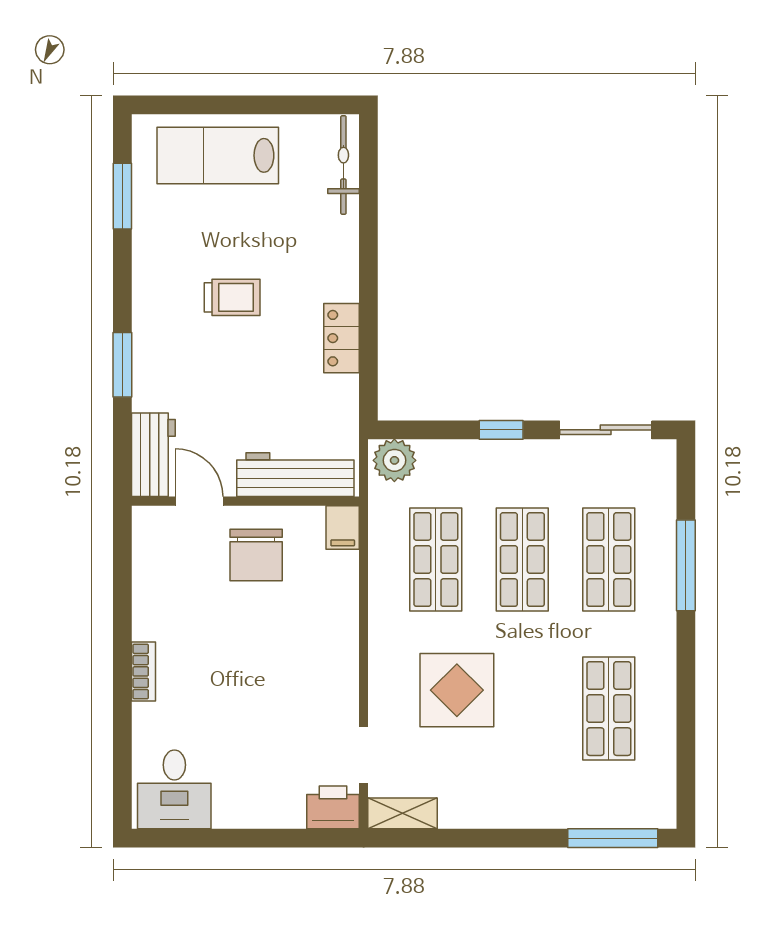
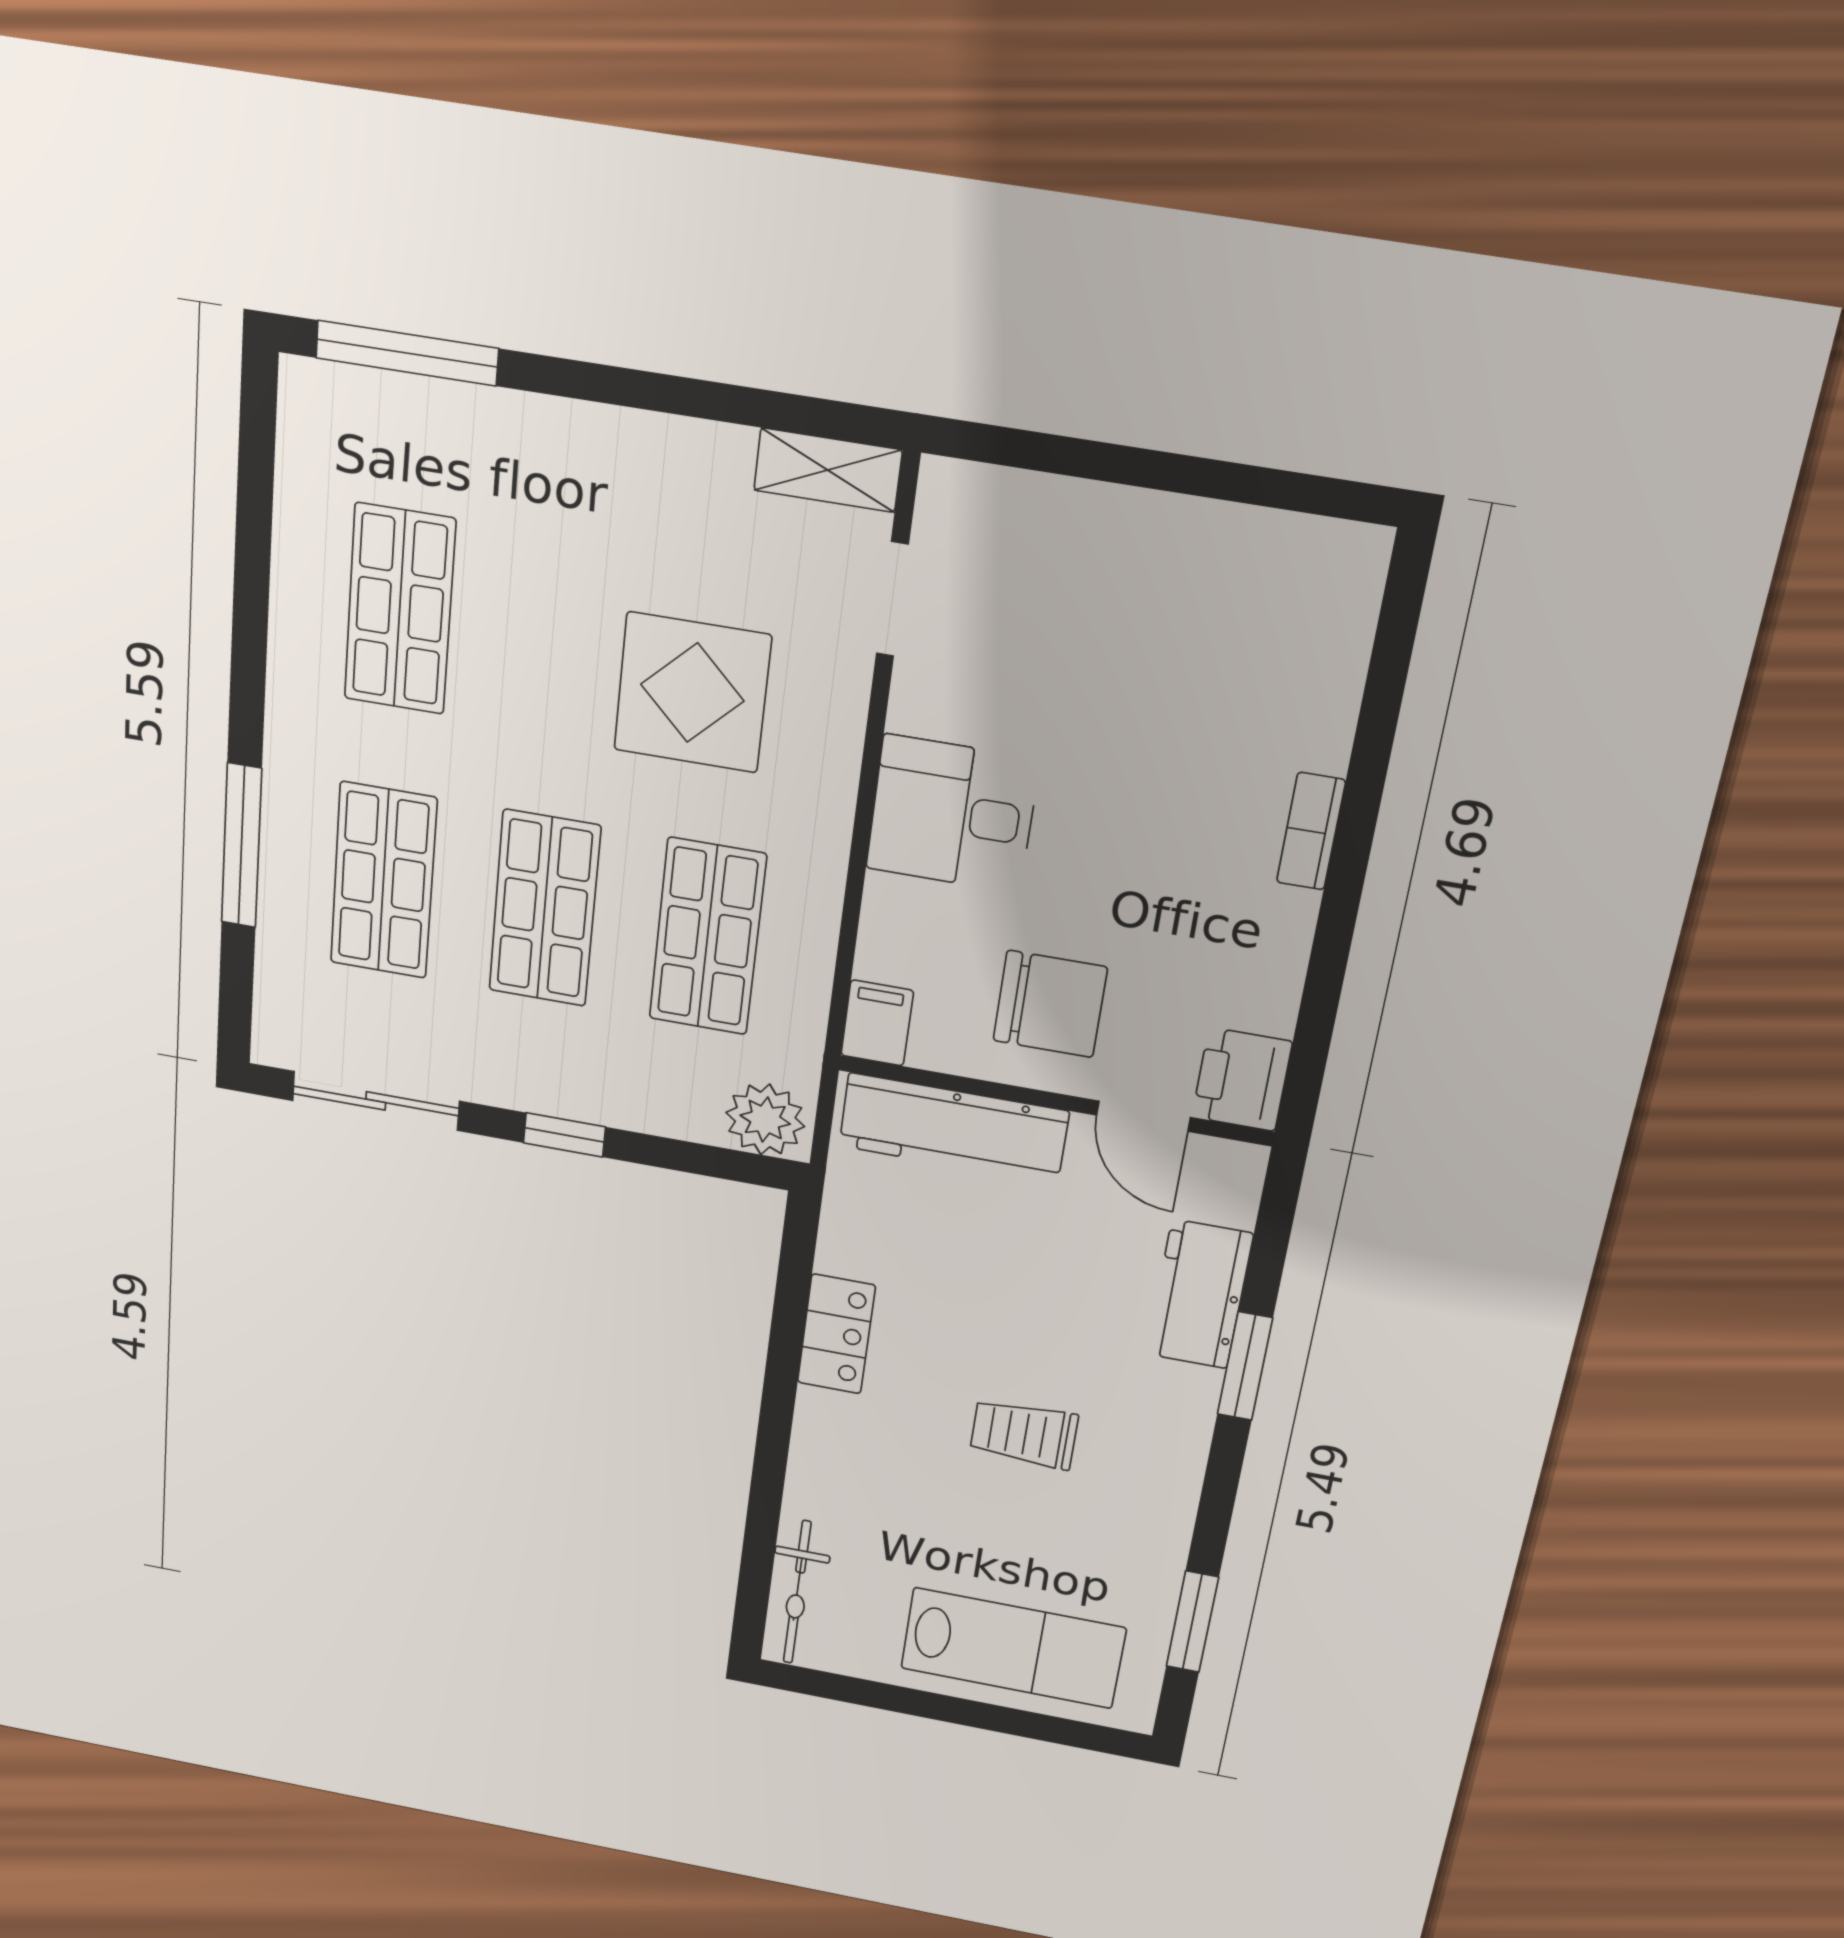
workbench: (153, 455) -> (1200, 1294), moved
chair: (256, 555) -> (1050, 1004), turned 90
desk: (174, 789) -> (952, 814), moved, turned -90
printer: (333, 807) -> (1242, 1079), moved, turned 90

